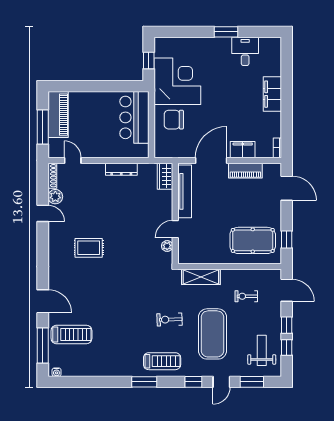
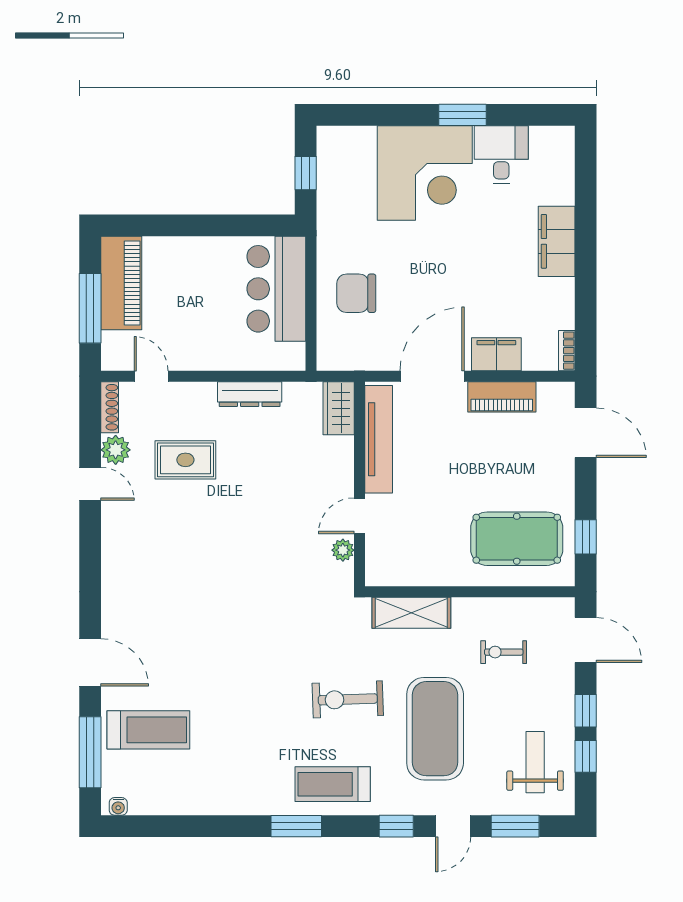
corner desk: (177, 81) -> (425, 173), moved, turned 90
rug: (89, 248) -> (185, 460), moved
exercise bike: (170, 319) -> (348, 699), width x1.38, depth x1.39
treadmill: (162, 361) -> (333, 784), turned 180

